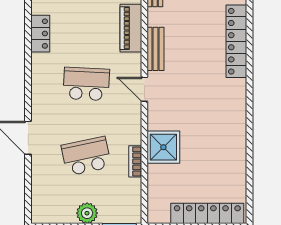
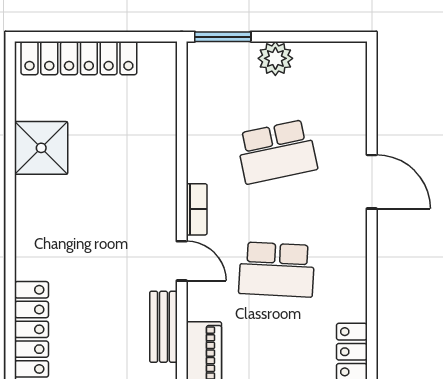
shower: (163, 147) -> (41, 148), moved
bookcase: (135, 161) -> (197, 209), moved

